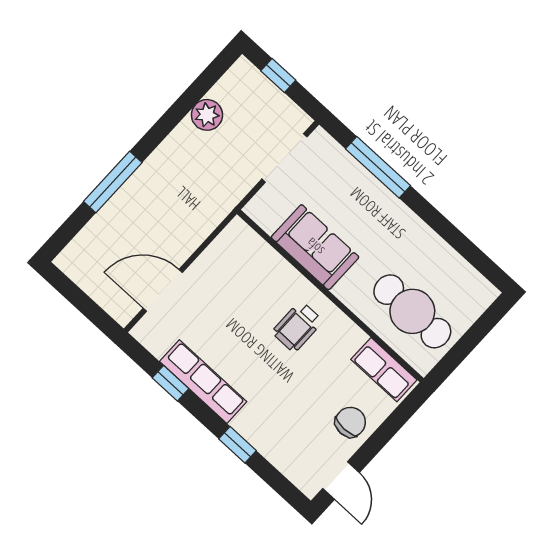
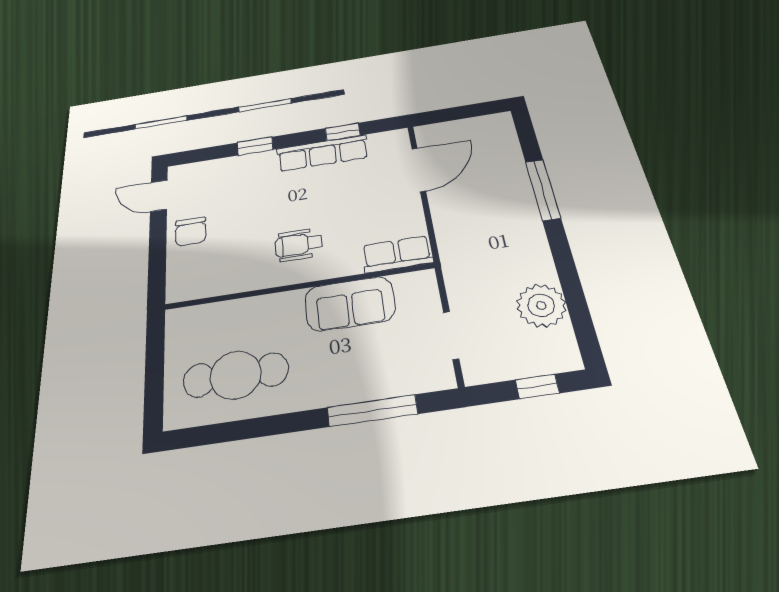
plant: (207, 115) -> (541, 305), width x1.36, depth x1.36
doorway: (284, 158) -> (451, 335), width x0.73
cafe table: (412, 311) -> (236, 375), moved
wheelchair: (297, 327) -> (299, 245), turned -90
row of seats: (384, 370) -> (397, 254), moved

